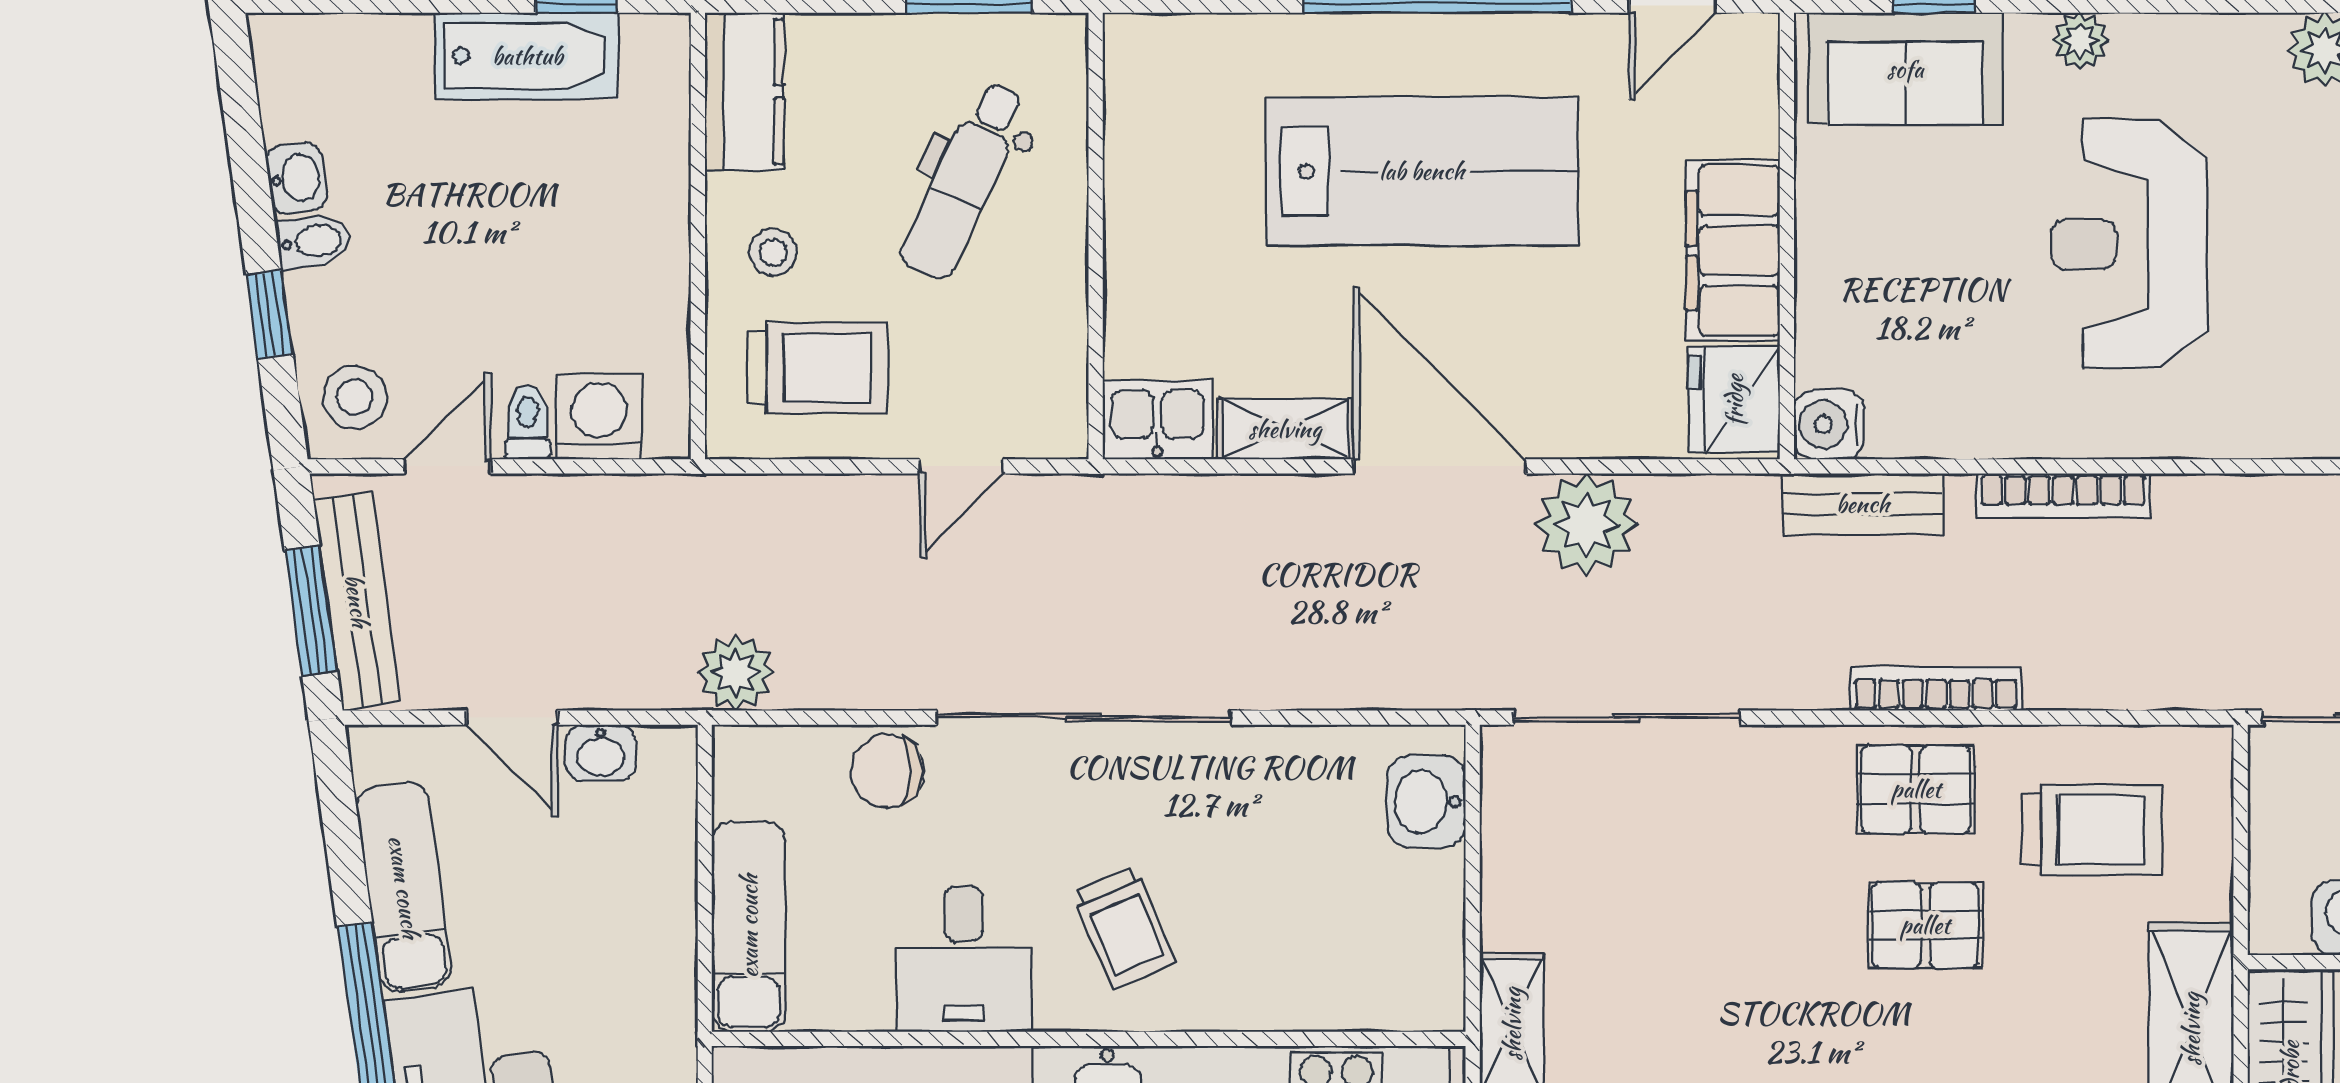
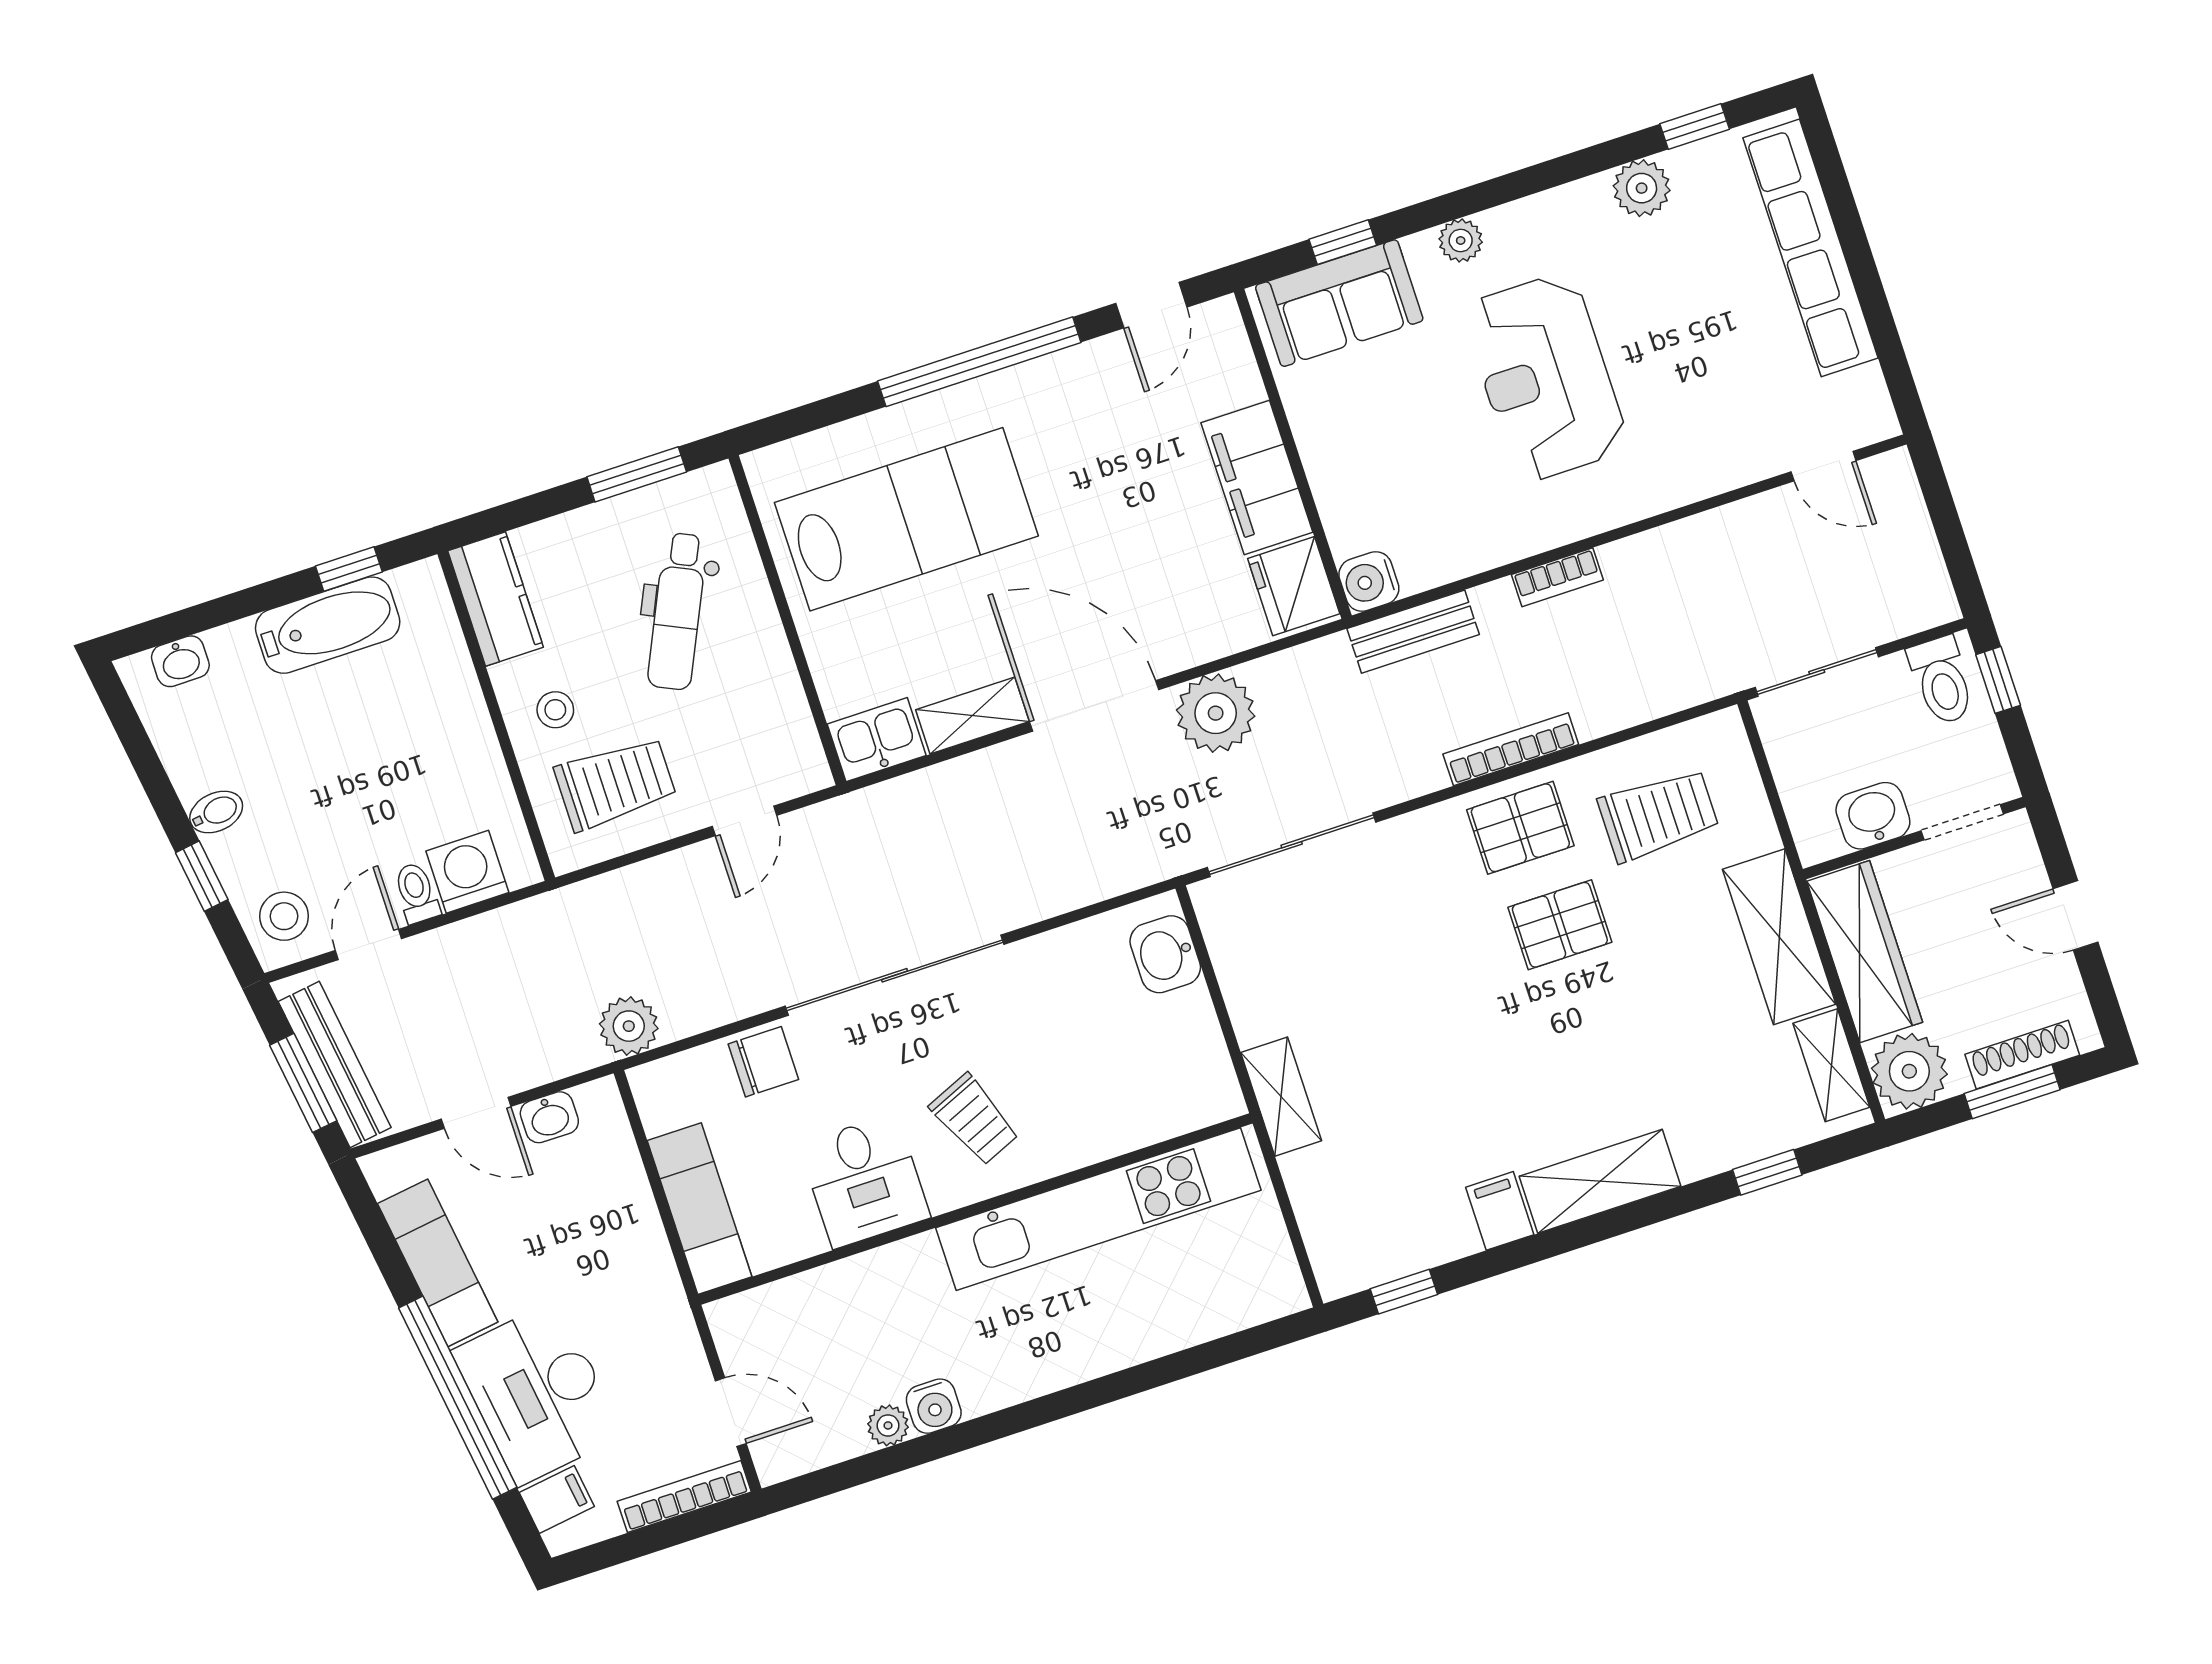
lab bench: (1422, 171) -> (906, 519), moved
washbasin: (296, 178) -> (180, 661), moved, turned 98
bookcase: (2063, 496) -> (1557, 577), width x0.64
chair: (887, 771) -> (763, 1062), turned 180

